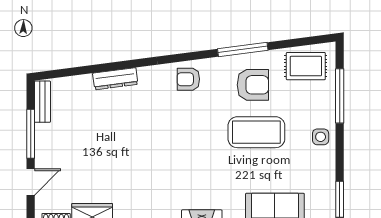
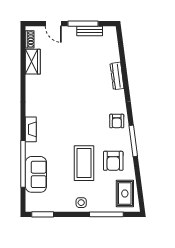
window: (243, 49) -> (133, 141), moved
armchair: (188, 79) -> (117, 121), turned 180
bench: (42, 102) -> (90, 31), moved

